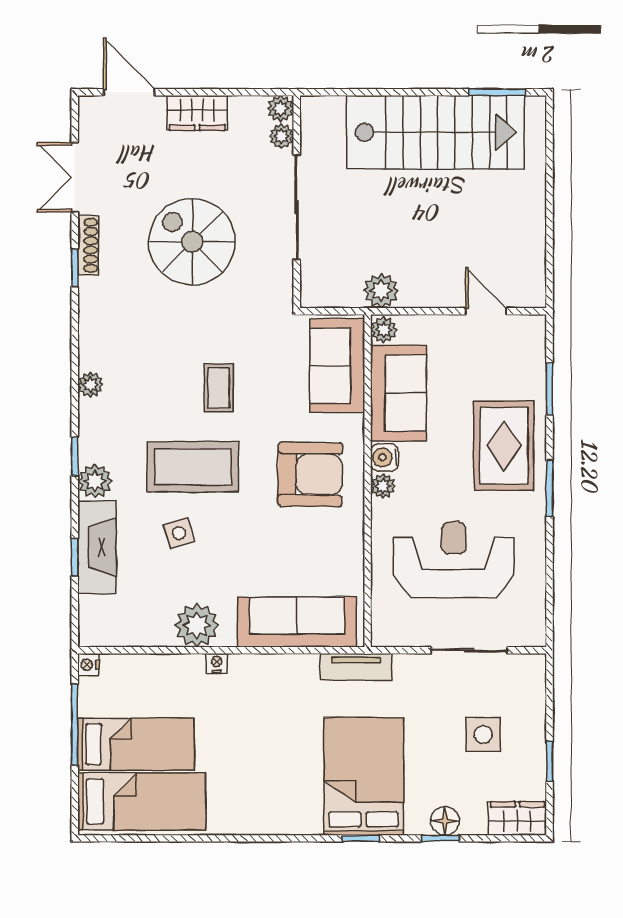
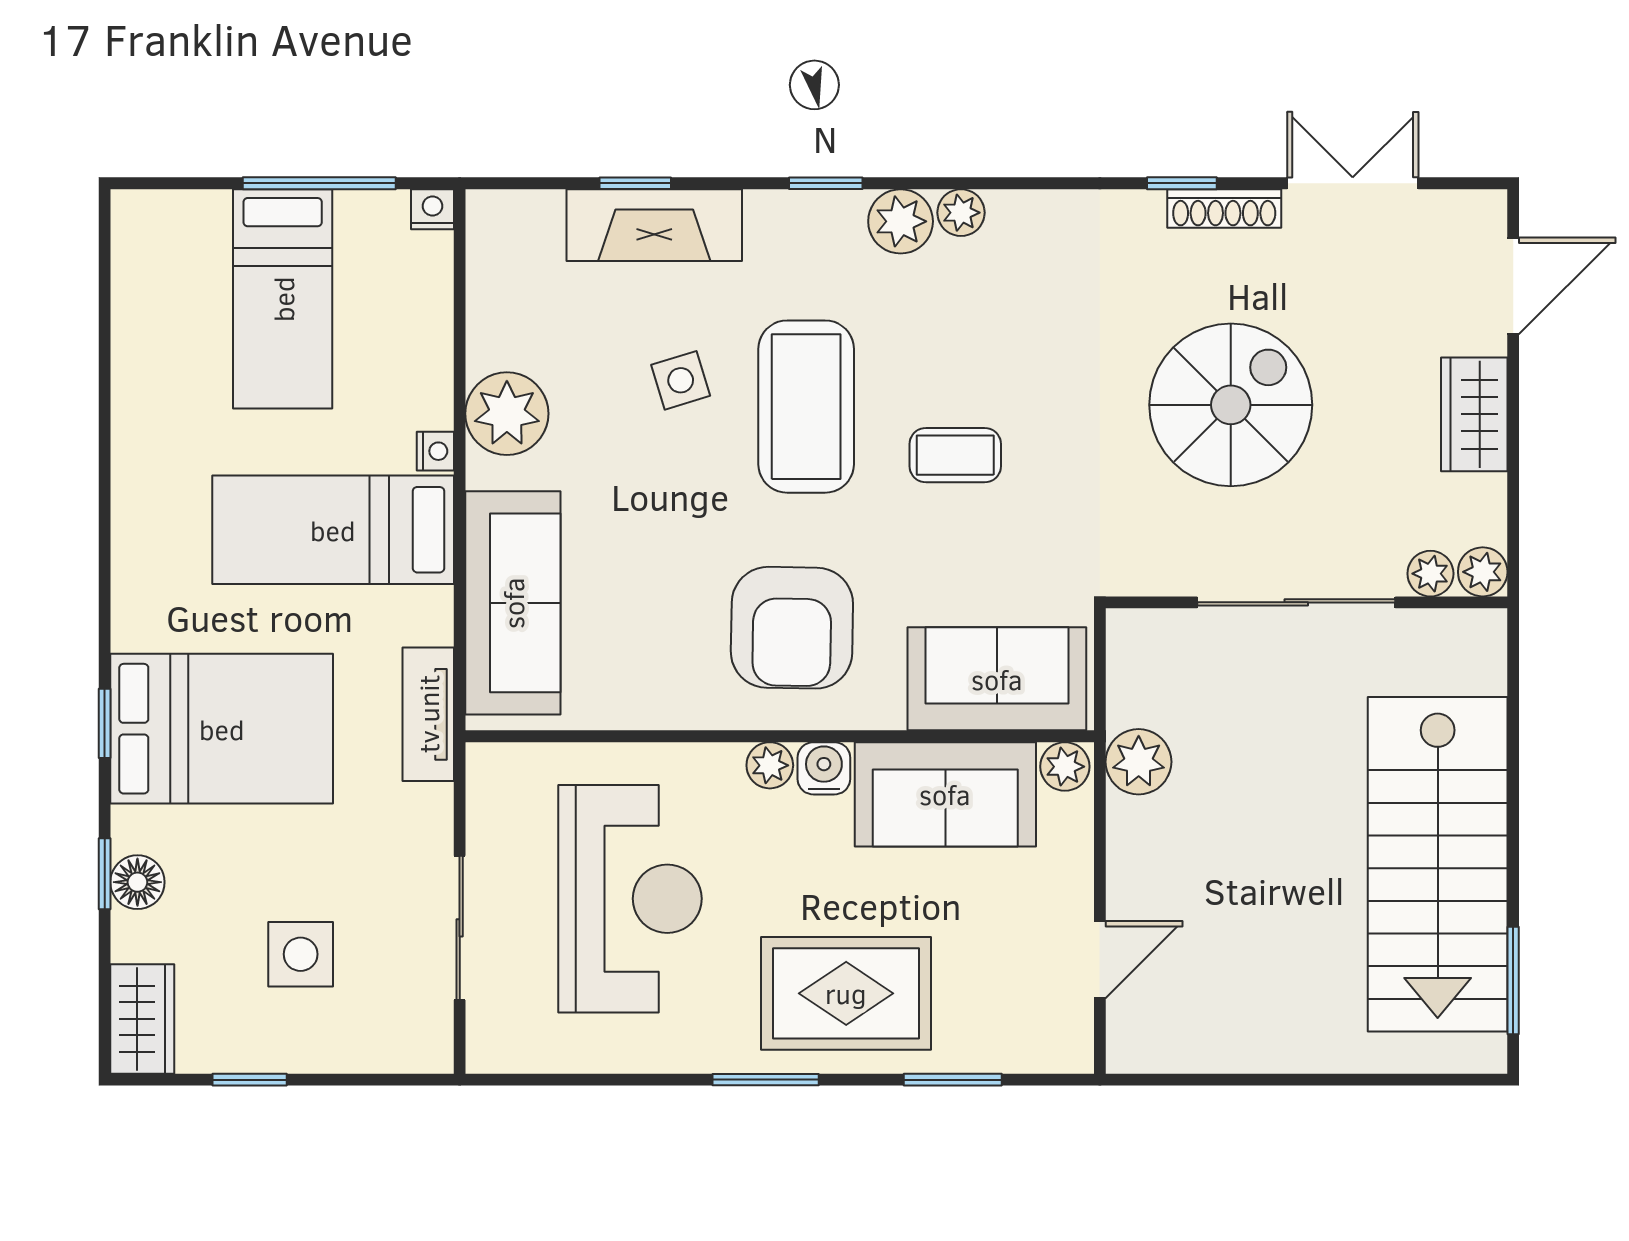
plant: (95, 481) -> (901, 221), moved
bed: (142, 801) -> (333, 530), moved, turned 90

